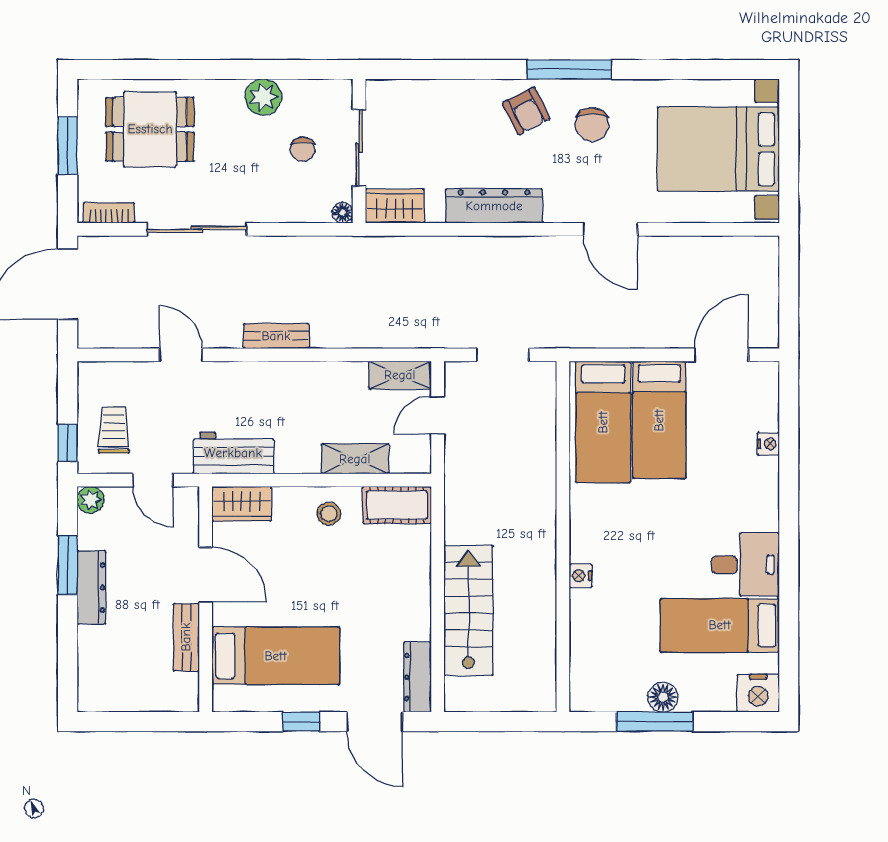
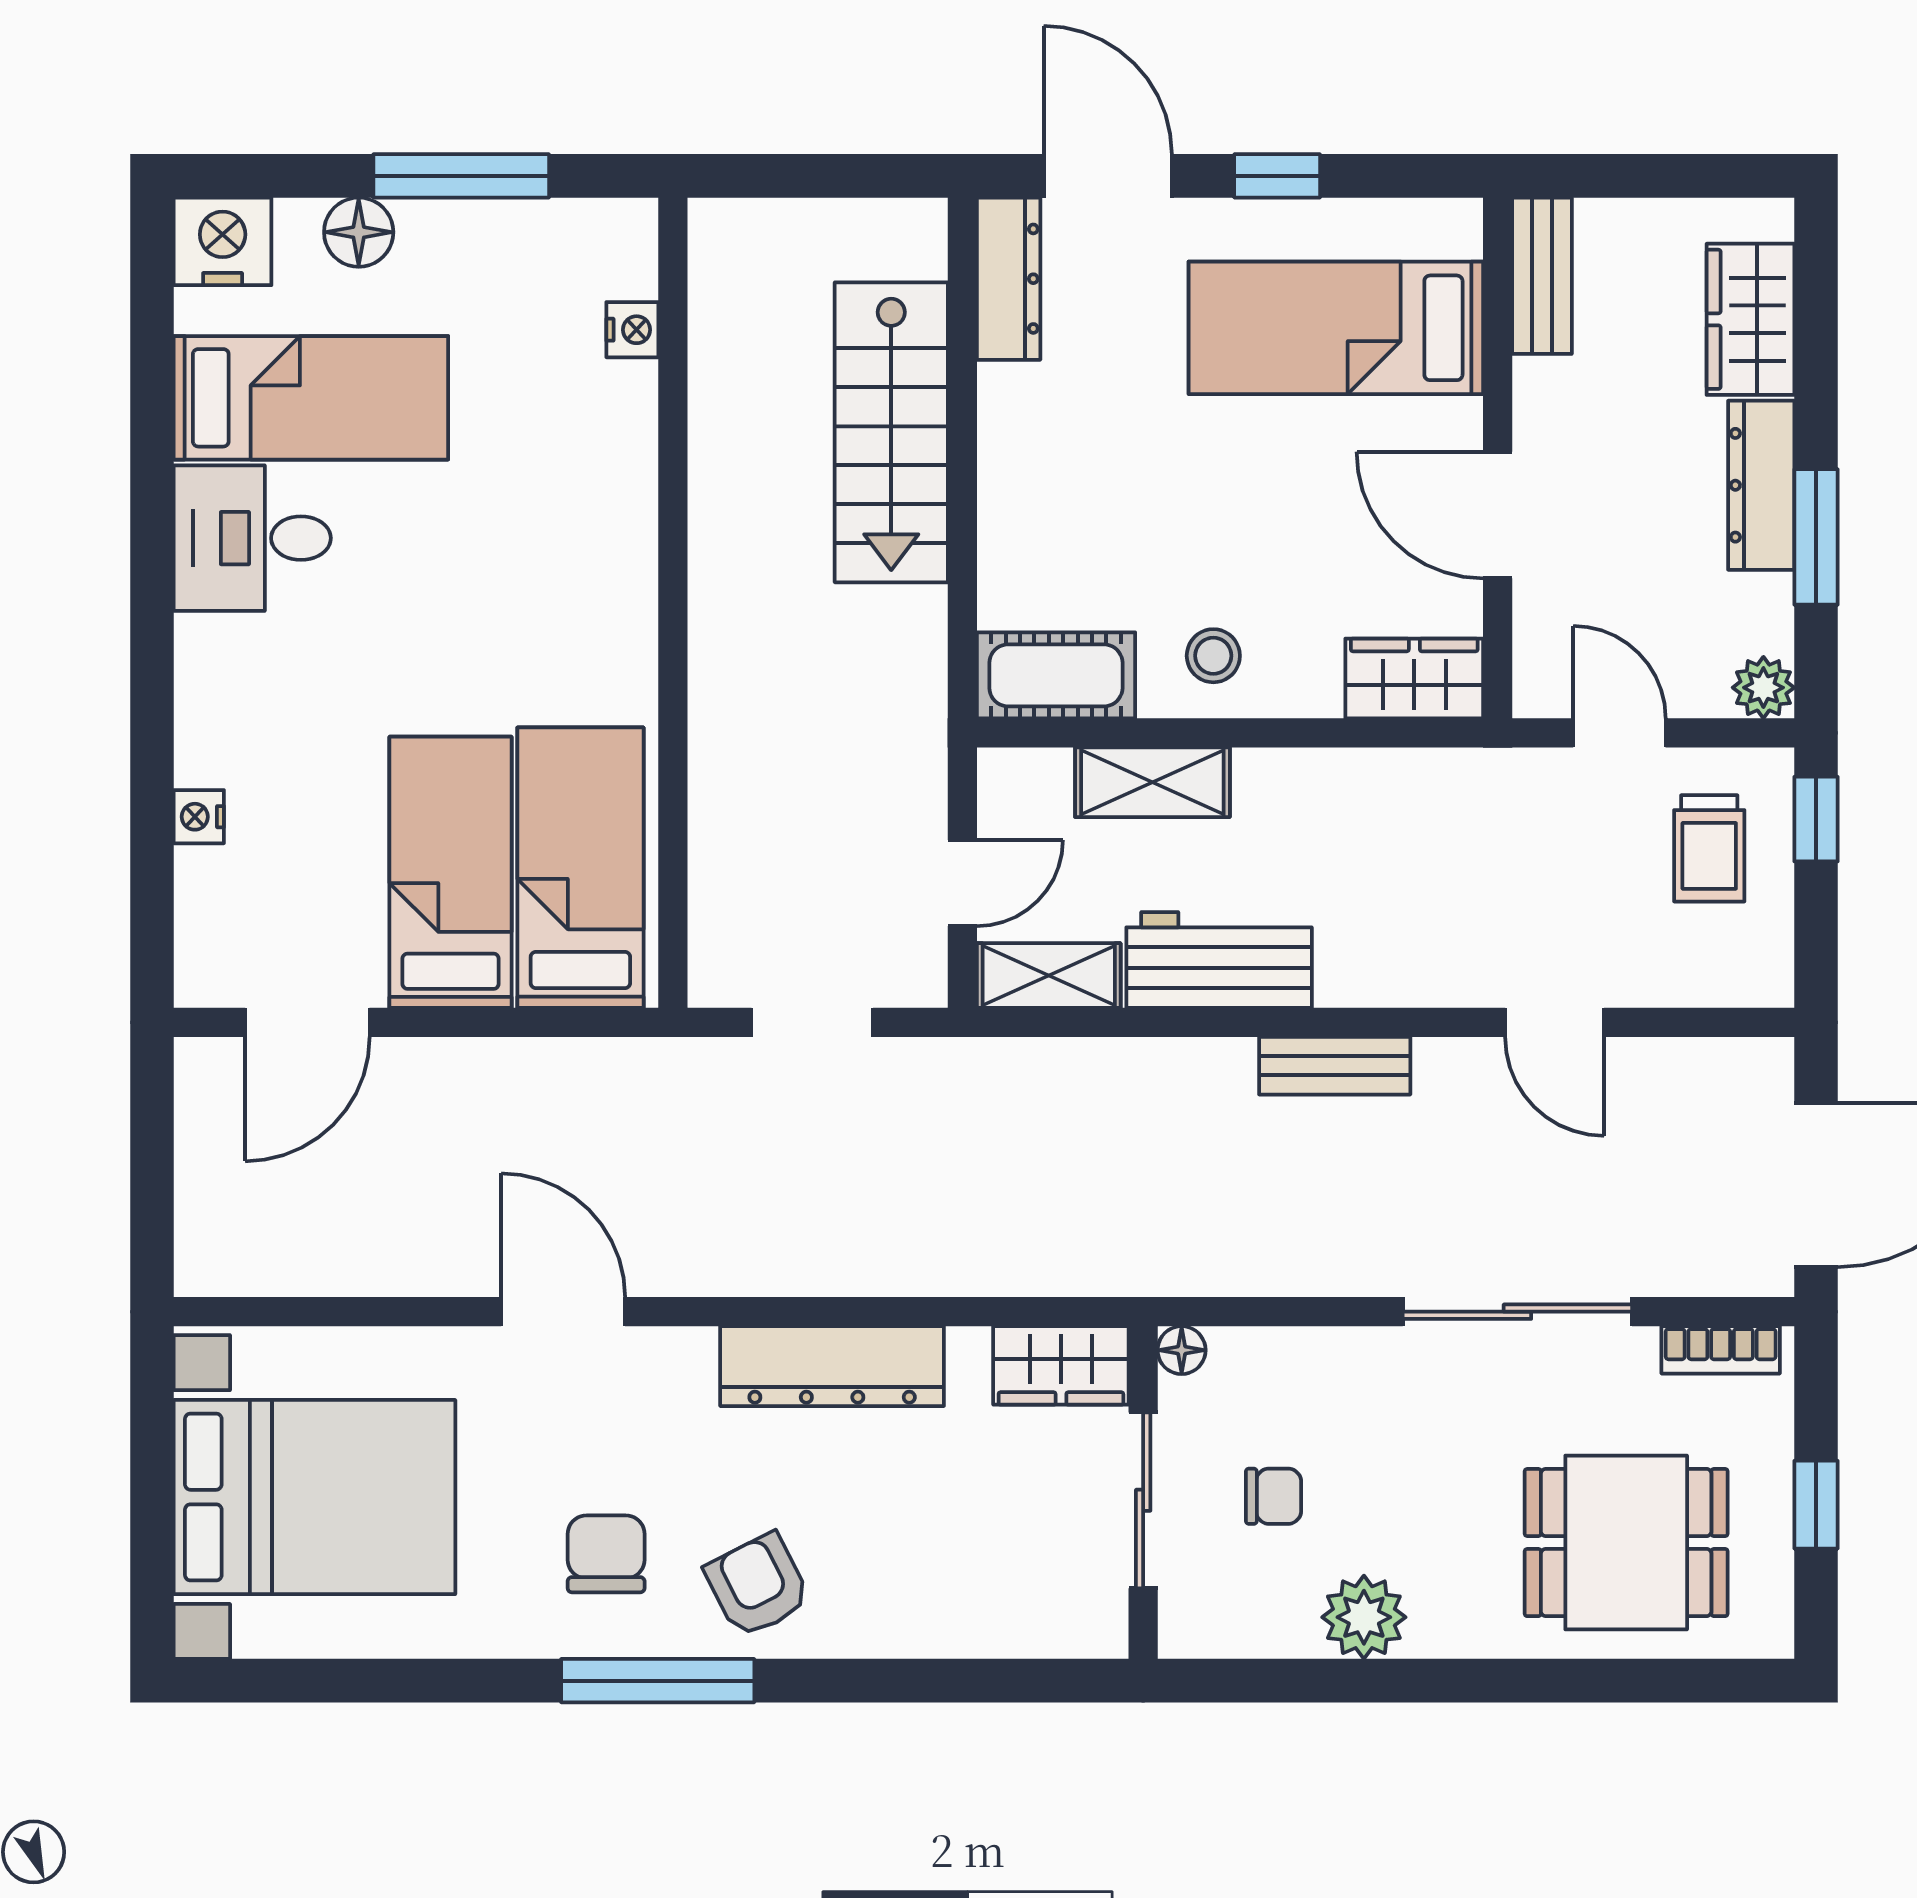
window: (68, 146) -> (1816, 1505), width x0.67
chair: (303, 149) -> (1274, 1496), turned 90
workbench: (233, 453) -> (1219, 960), moved, turned 180
nightstand: (581, 576) -> (632, 330), moved
bench: (186, 637) -> (1542, 276), moved
wardrobe: (96, 659) -> (1750, 319), added
floor lamp: (663, 697) -> (359, 232), moved

